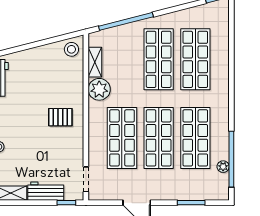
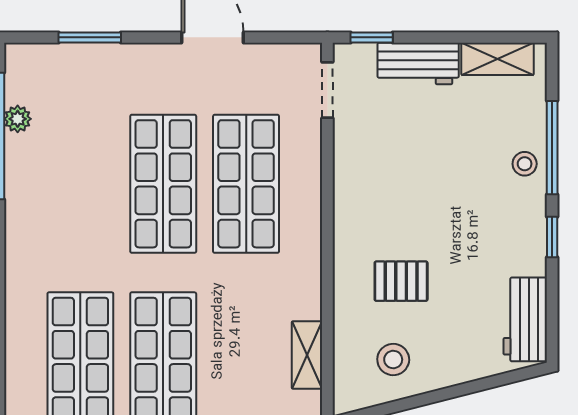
stool: (71, 49) -> (393, 360), moved
plant: (99, 89) -> (297, 294), removed
pallet: (60, 117) -> (401, 281), moved
shop shelf: (195, 138) -> (80, 184), removed

